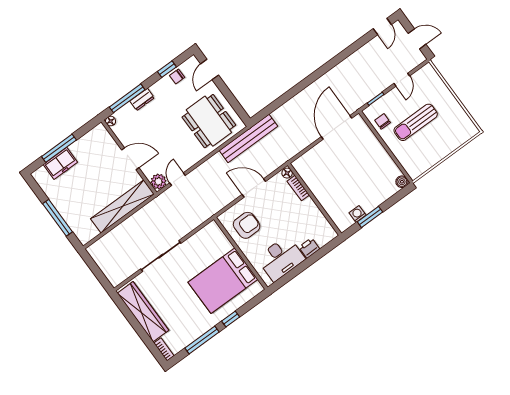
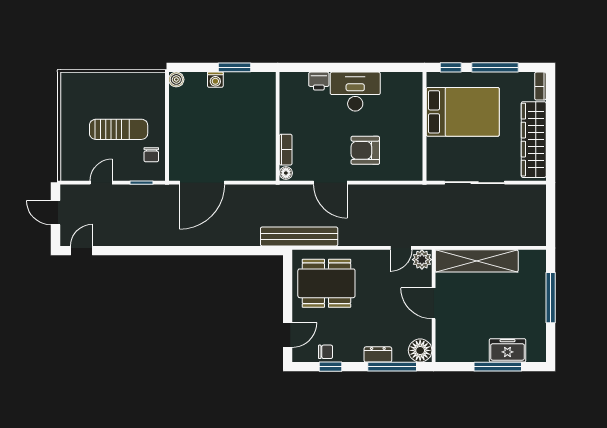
floor lamp: (111, 121) -> (420, 350), width x1.89, depth x1.89
dining table: (209, 121) -> (326, 283), turned 90
washing machine: (358, 214) -> (215, 80), moved
wall: (241, 253) -> (425, 126), moved
bed: (223, 281) -> (463, 112), moved

